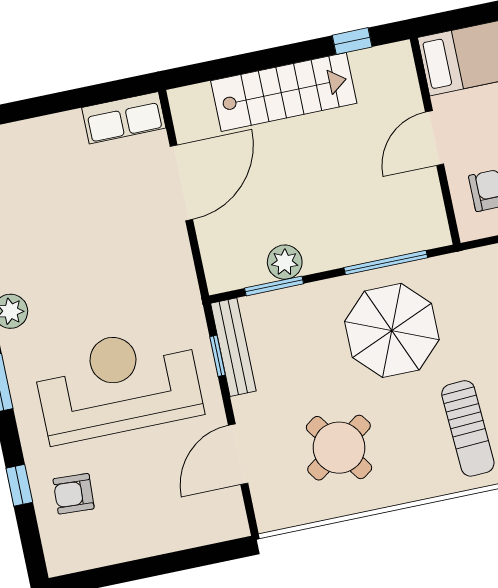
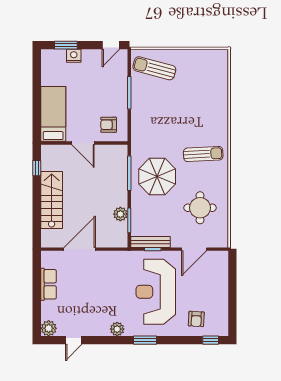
row of seats: (124, 118) -> (49, 284), moved
door: (181, 183) -> (80, 249), hinge flipped
round table: (339, 448) -> (200, 208), turned 35
door: (238, 454) -> (194, 249), hinge flipped
window: (19, 485) -> (211, 340), moved

